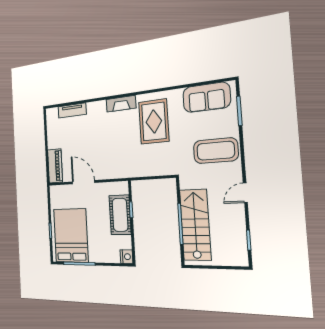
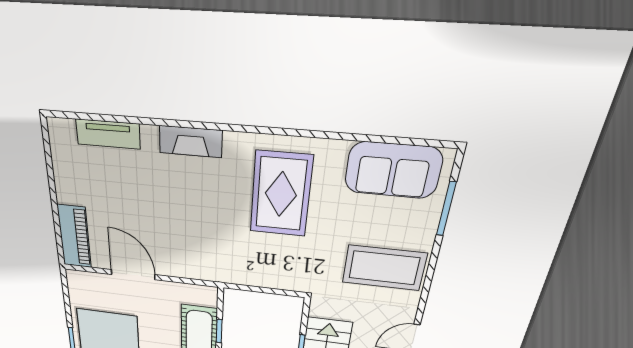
fireplace: (121, 104) -> (191, 142), moved

